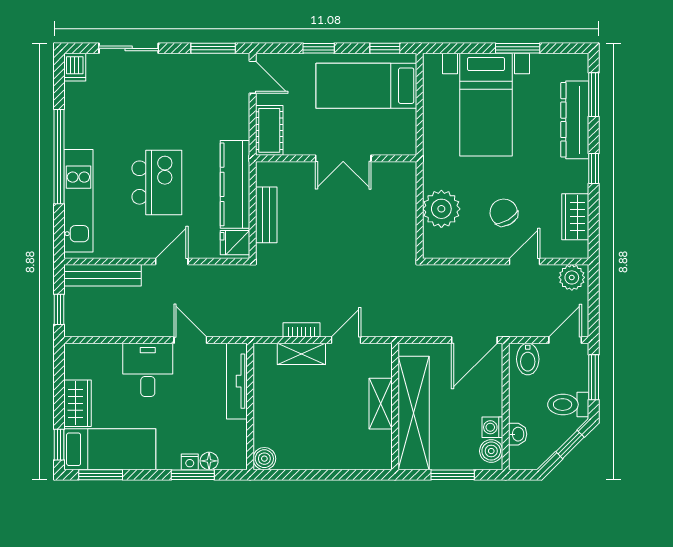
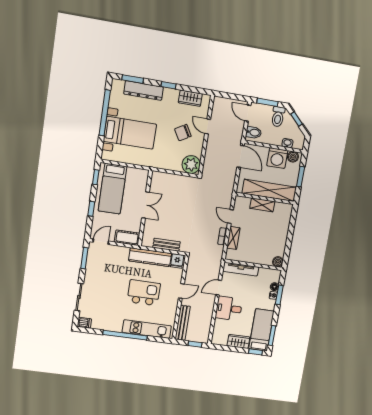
window: (518, 48) -> (105, 113), width x2.11
plant: (441, 209) -> (191, 165), moved
door: (172, 262) -> (181, 291), swing flipped
plant: (572, 277) -> (219, 105), removed
washing machine: (492, 427) -> (277, 158), width x1.89, depth x1.89

